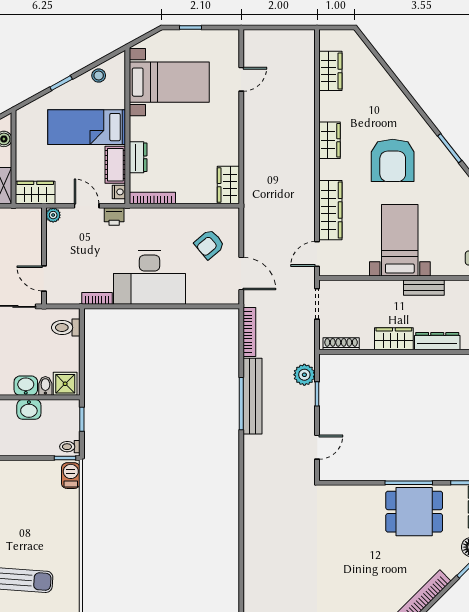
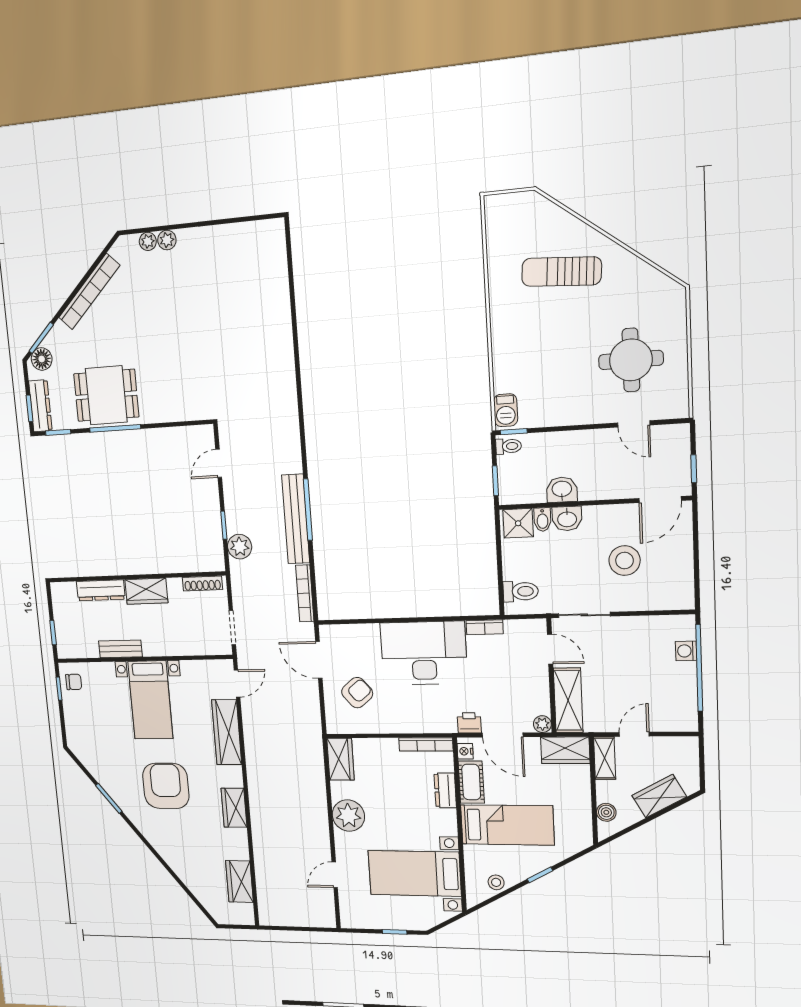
plant: (225, 134) -> (348, 816), added
door: (87, 206) -> (503, 735), width x1.38
shelving: (31, 235) -> (568, 700), added

